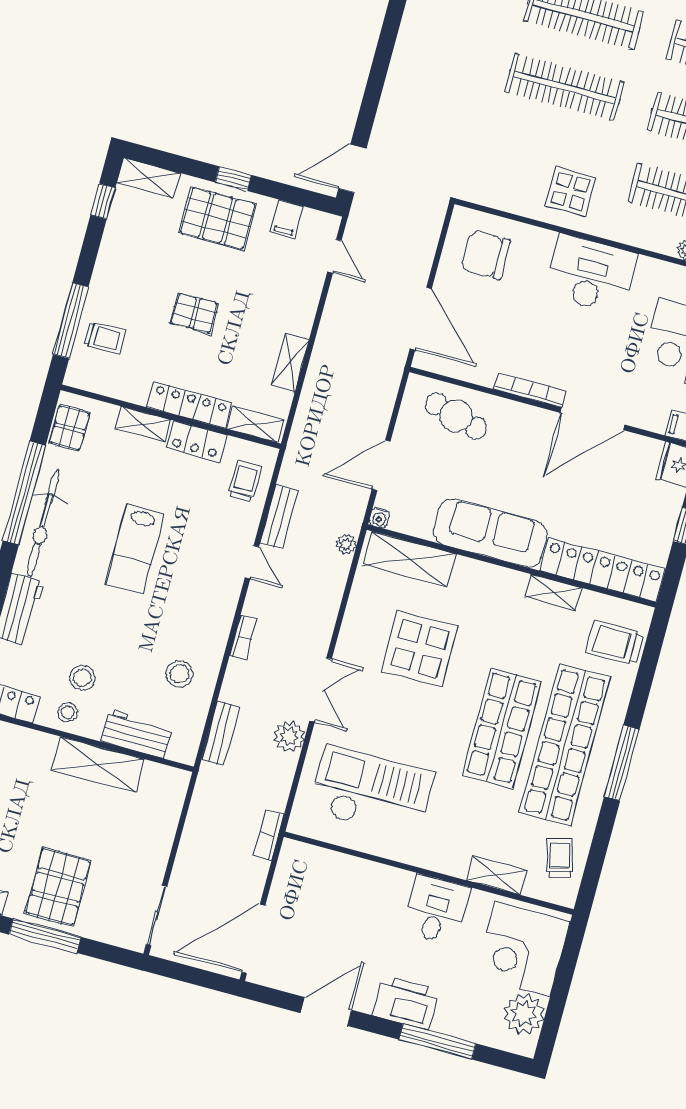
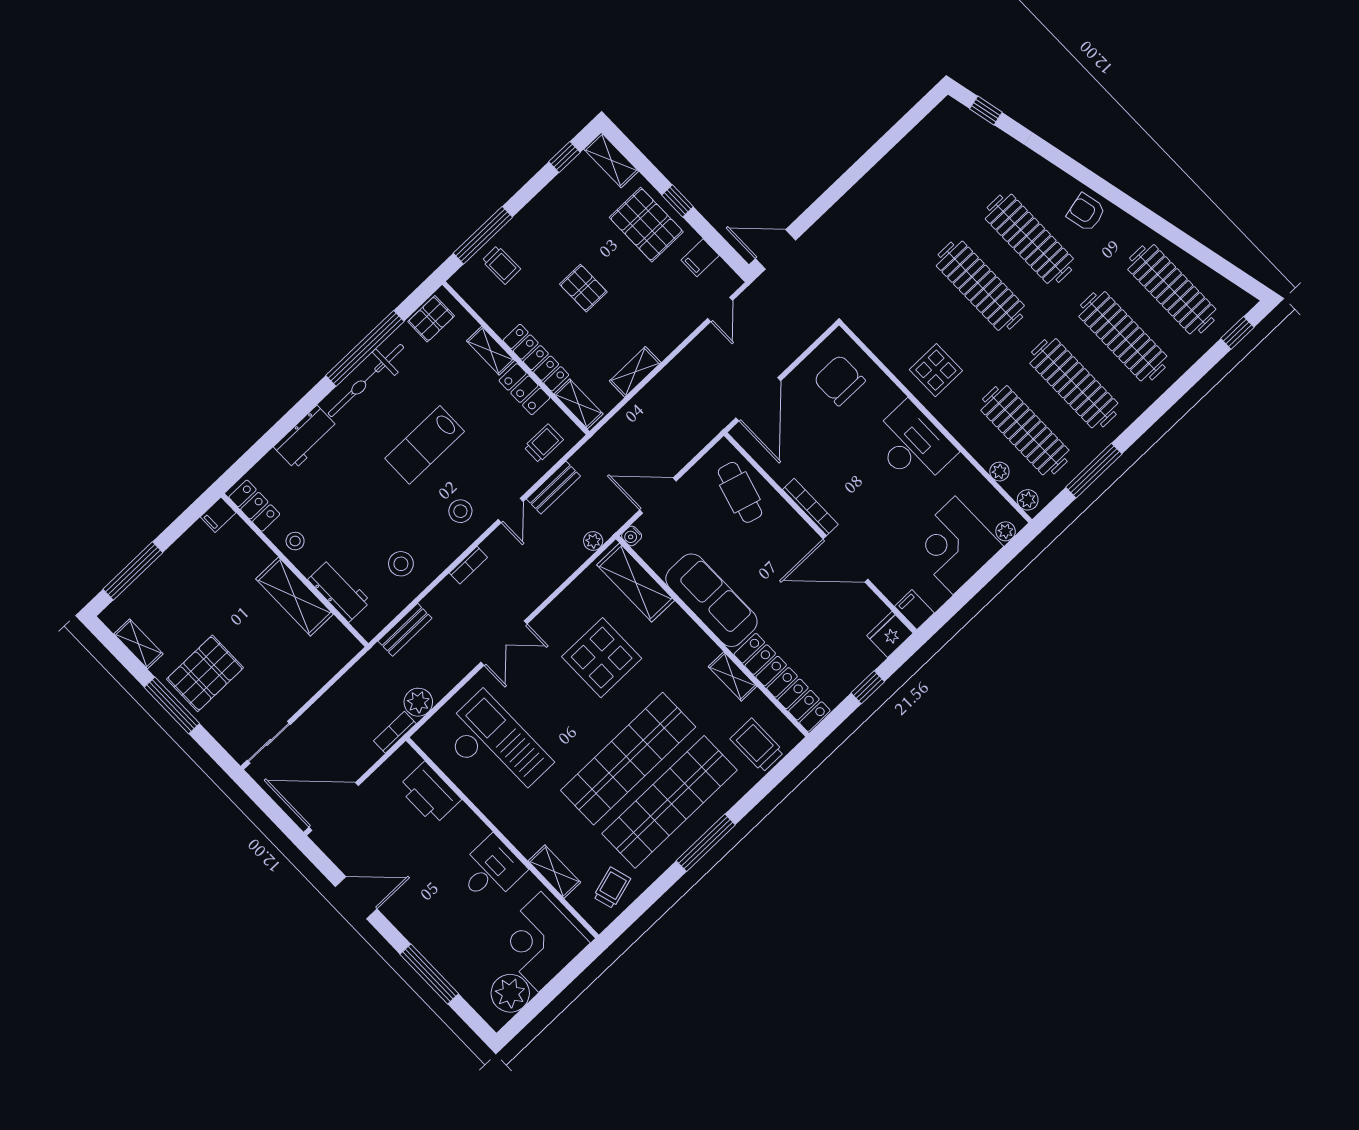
stool: (82, 678) -> (460, 511), moved
shop shelf: (502, 728) -> (628, 759), width x1.40
plant: (289, 736) -> (418, 702), moved
printer: (405, 1003) -> (429, 793), moved, turned 180

